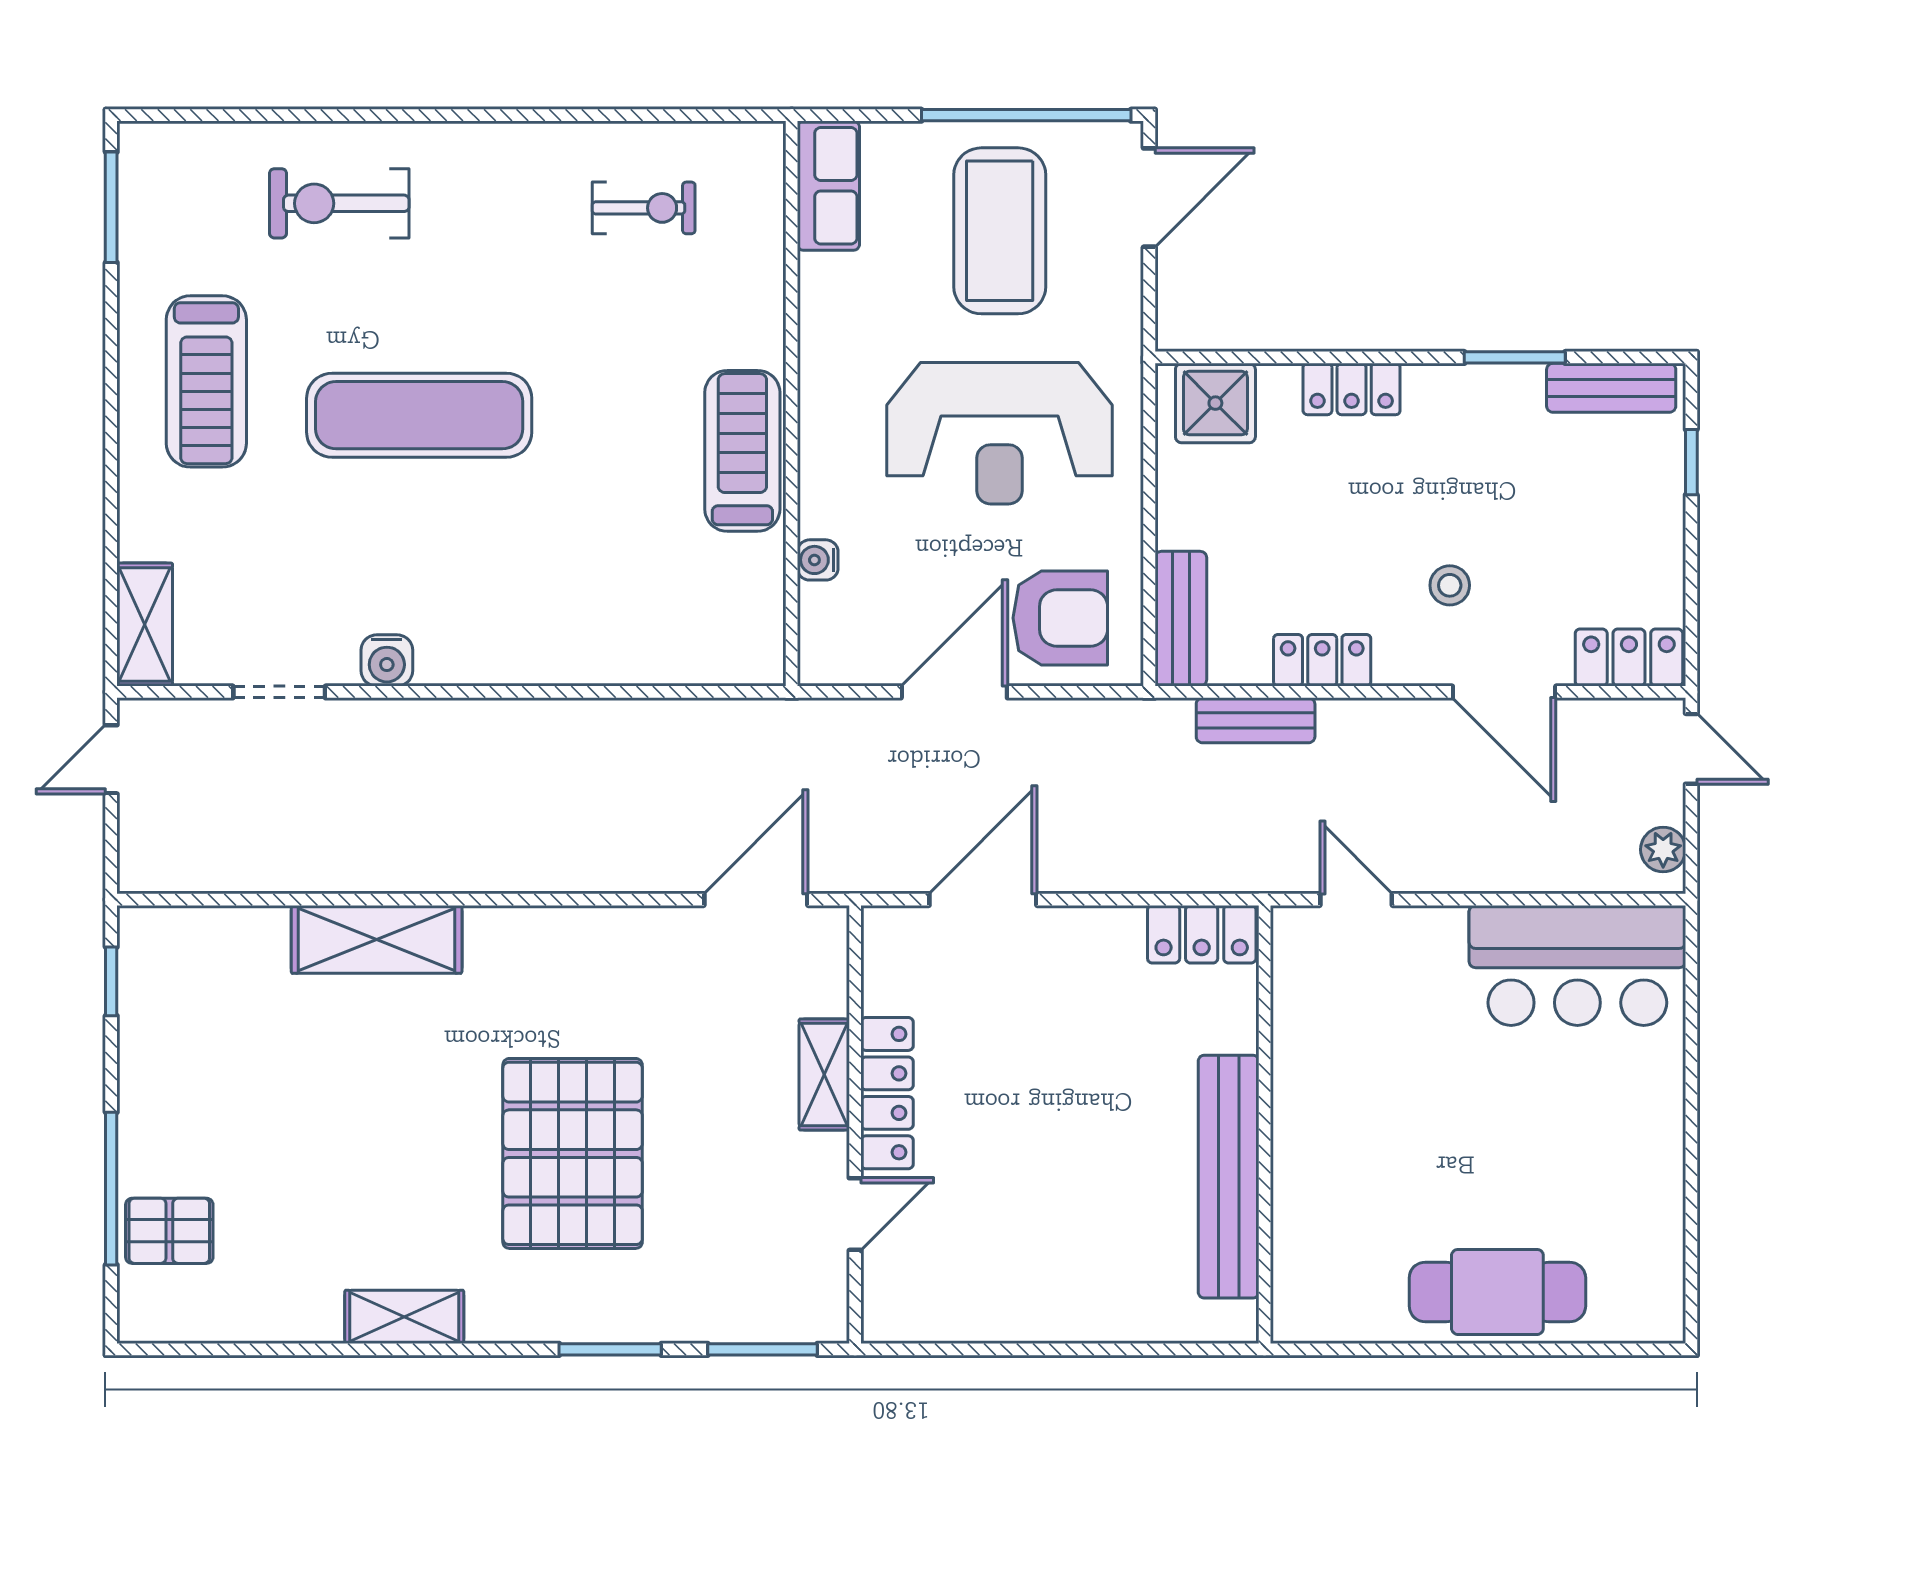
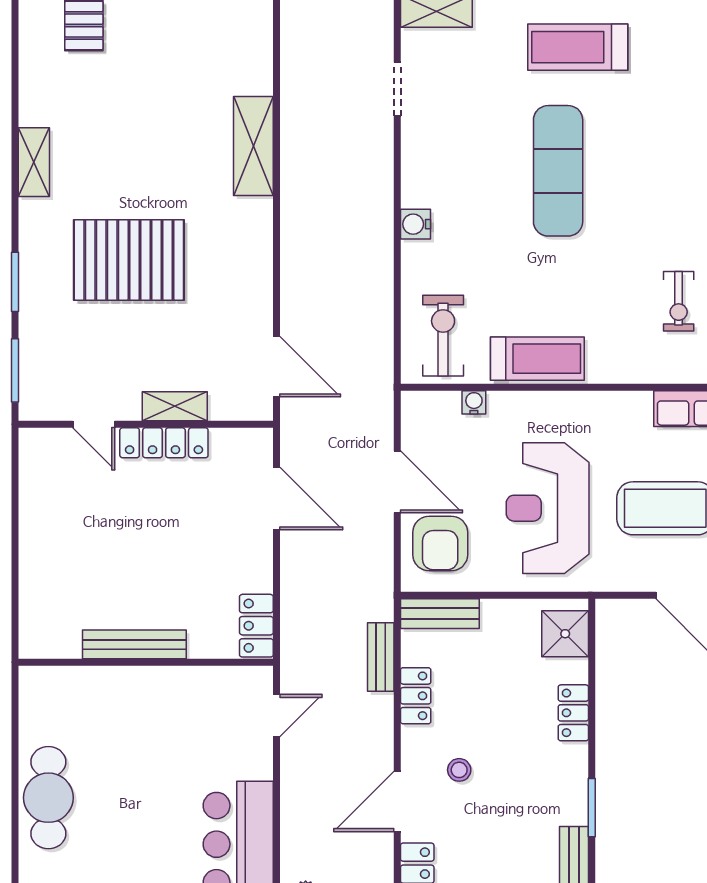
exercise bike: (339, 203) -> (443, 336), moved
water cooler: (387, 660) -> (416, 224), moved
bench: (1229, 1177) -> (134, 644), width x0.73, depth x0.82

